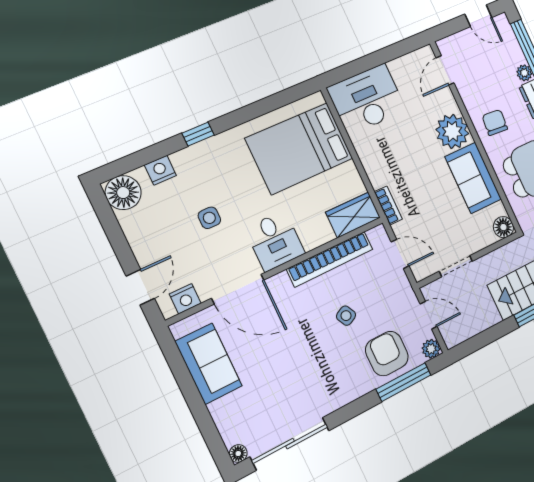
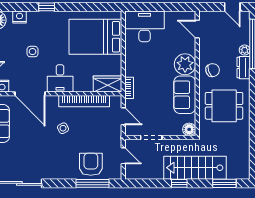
door: (445, 70) -> (197, 29), hinge flipped
chair: (495, 122) -> (213, 70), turned 65
side table: (346, 316) -> (63, 128), moved
plant: (431, 349) -> (116, 174), removed

